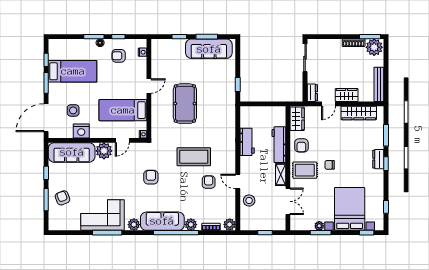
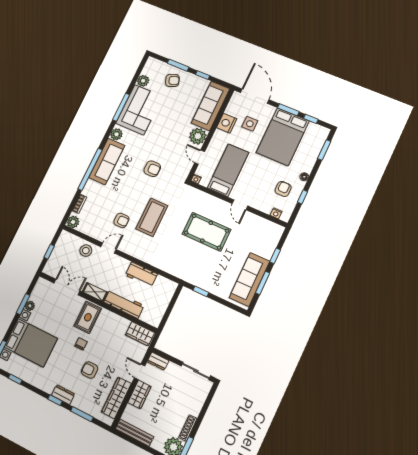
window: (94, 37) -> (324, 150), moved
bed: (73, 71) -> (283, 137), width x1.50
armchair: (301, 145) -> (90, 370), moved
double door: (288, 201) -> (67, 287), swing flipped
plant: (191, 225) -> (143, 81), moved

